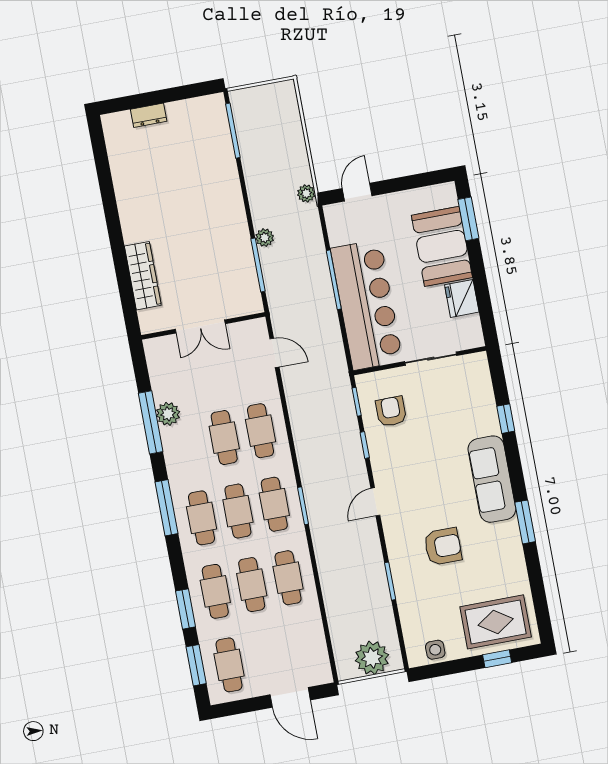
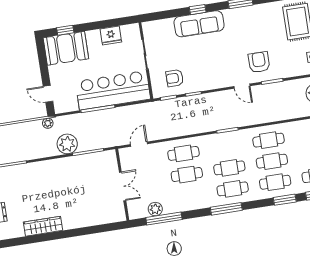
window: (468, 219) -> (65, 30), width x0.67
plant: (265, 238) -> (67, 144), width x1.88, depth x1.88
booth: (442, 246) -> (66, 48), moved
wardrobe: (143, 276) -> (43, 226), moved
plant: (168, 414) -> (155, 209), moved
window: (506, 419) -> (198, 10), moved
window: (151, 422) -> (164, 219), moved
sofa: (492, 479) -> (199, 24), moved
door: (375, 502) -> (242, 86), moved
cafe table: (274, 504) -> (226, 147), removed
armchair: (443, 546) -> (259, 62), moved

